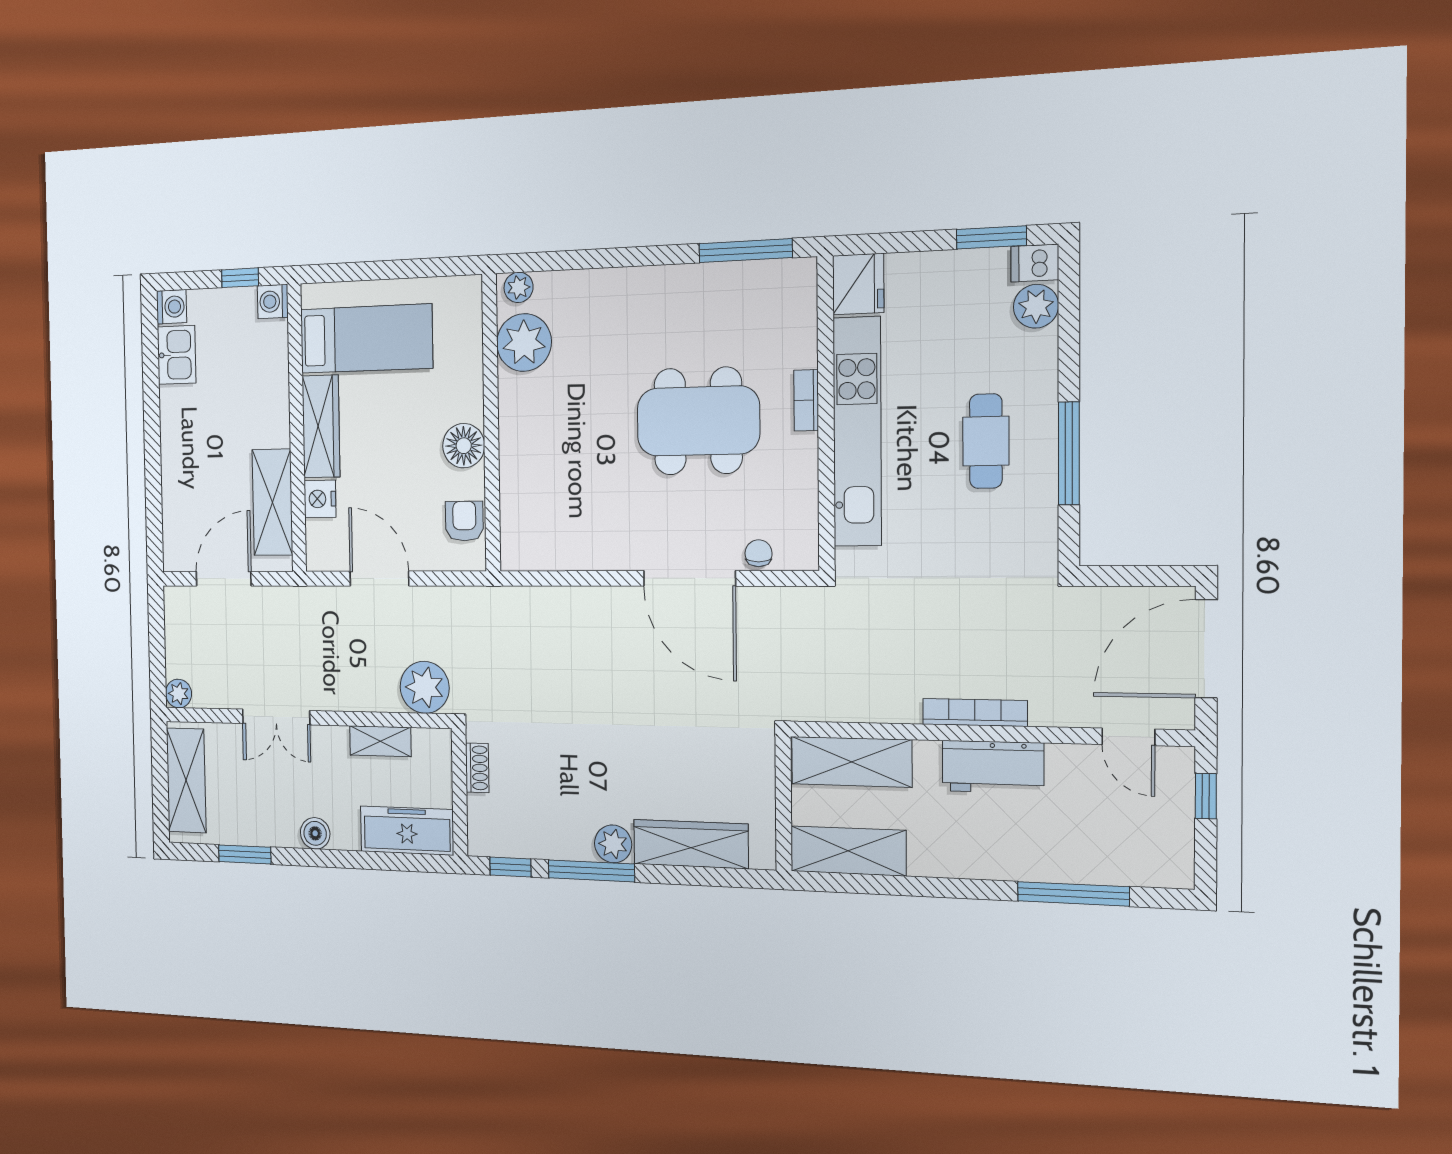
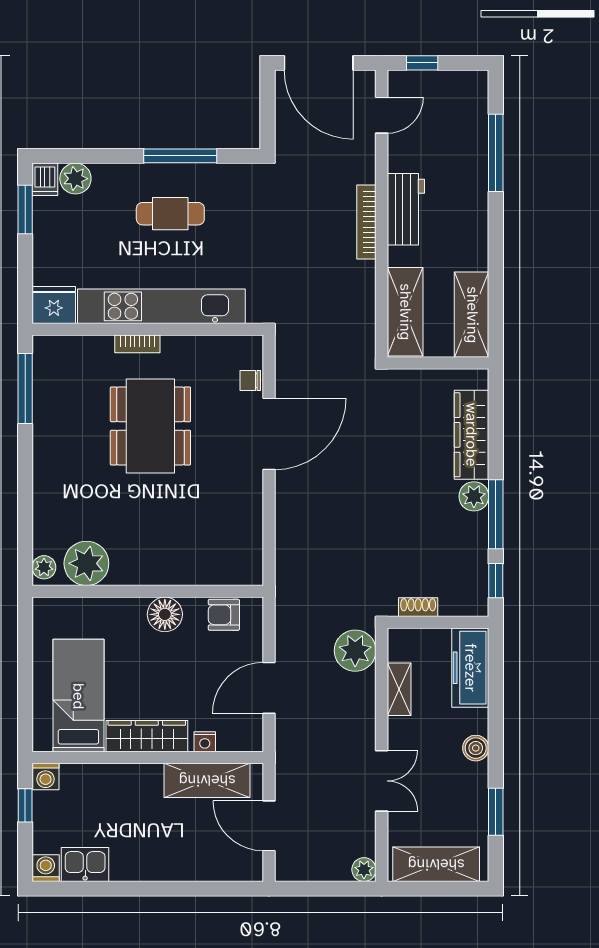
nightstand: (320, 499) -> (205, 742), width x0.72, depth x0.74

